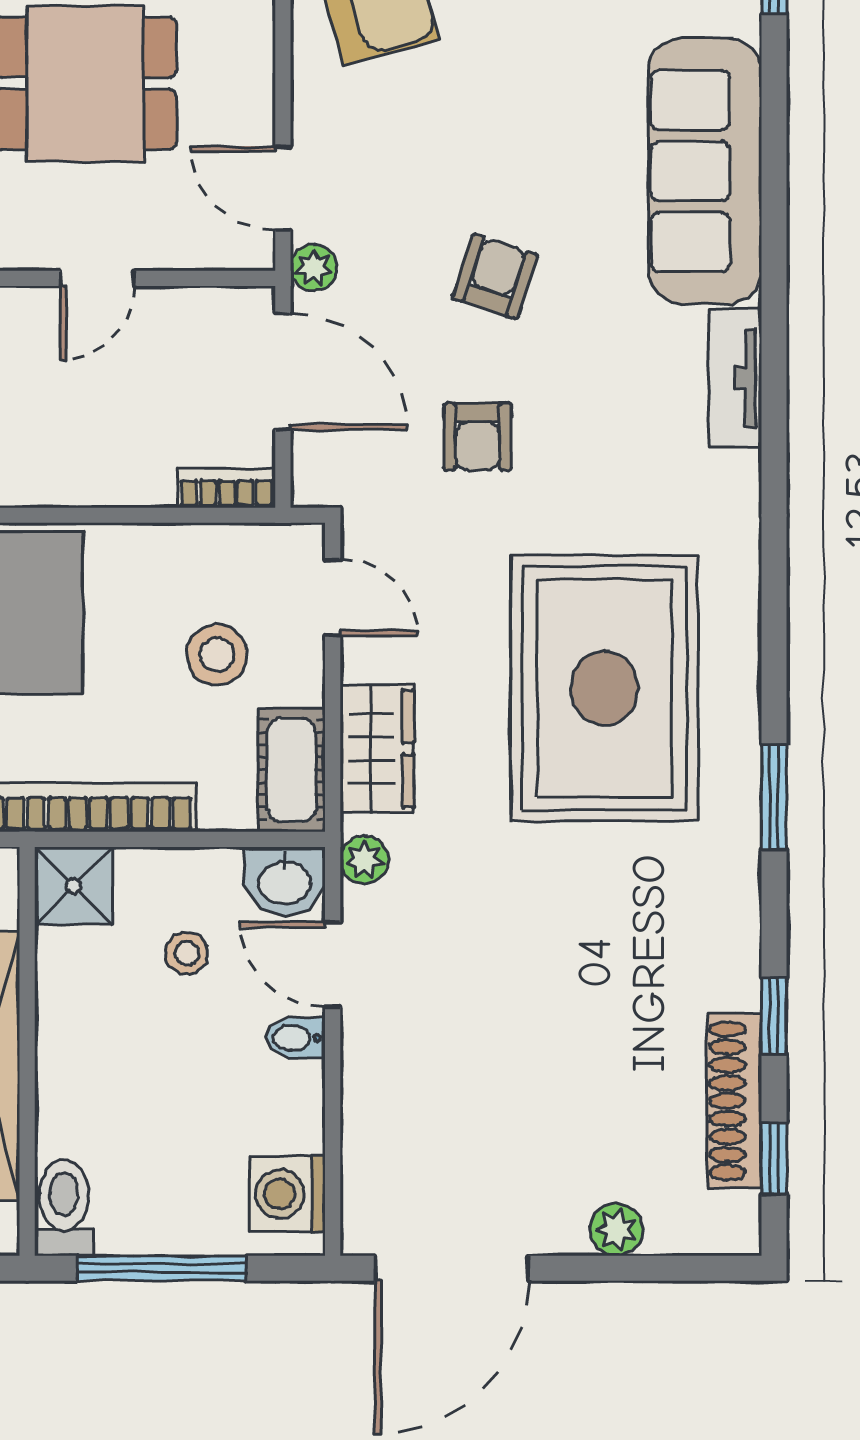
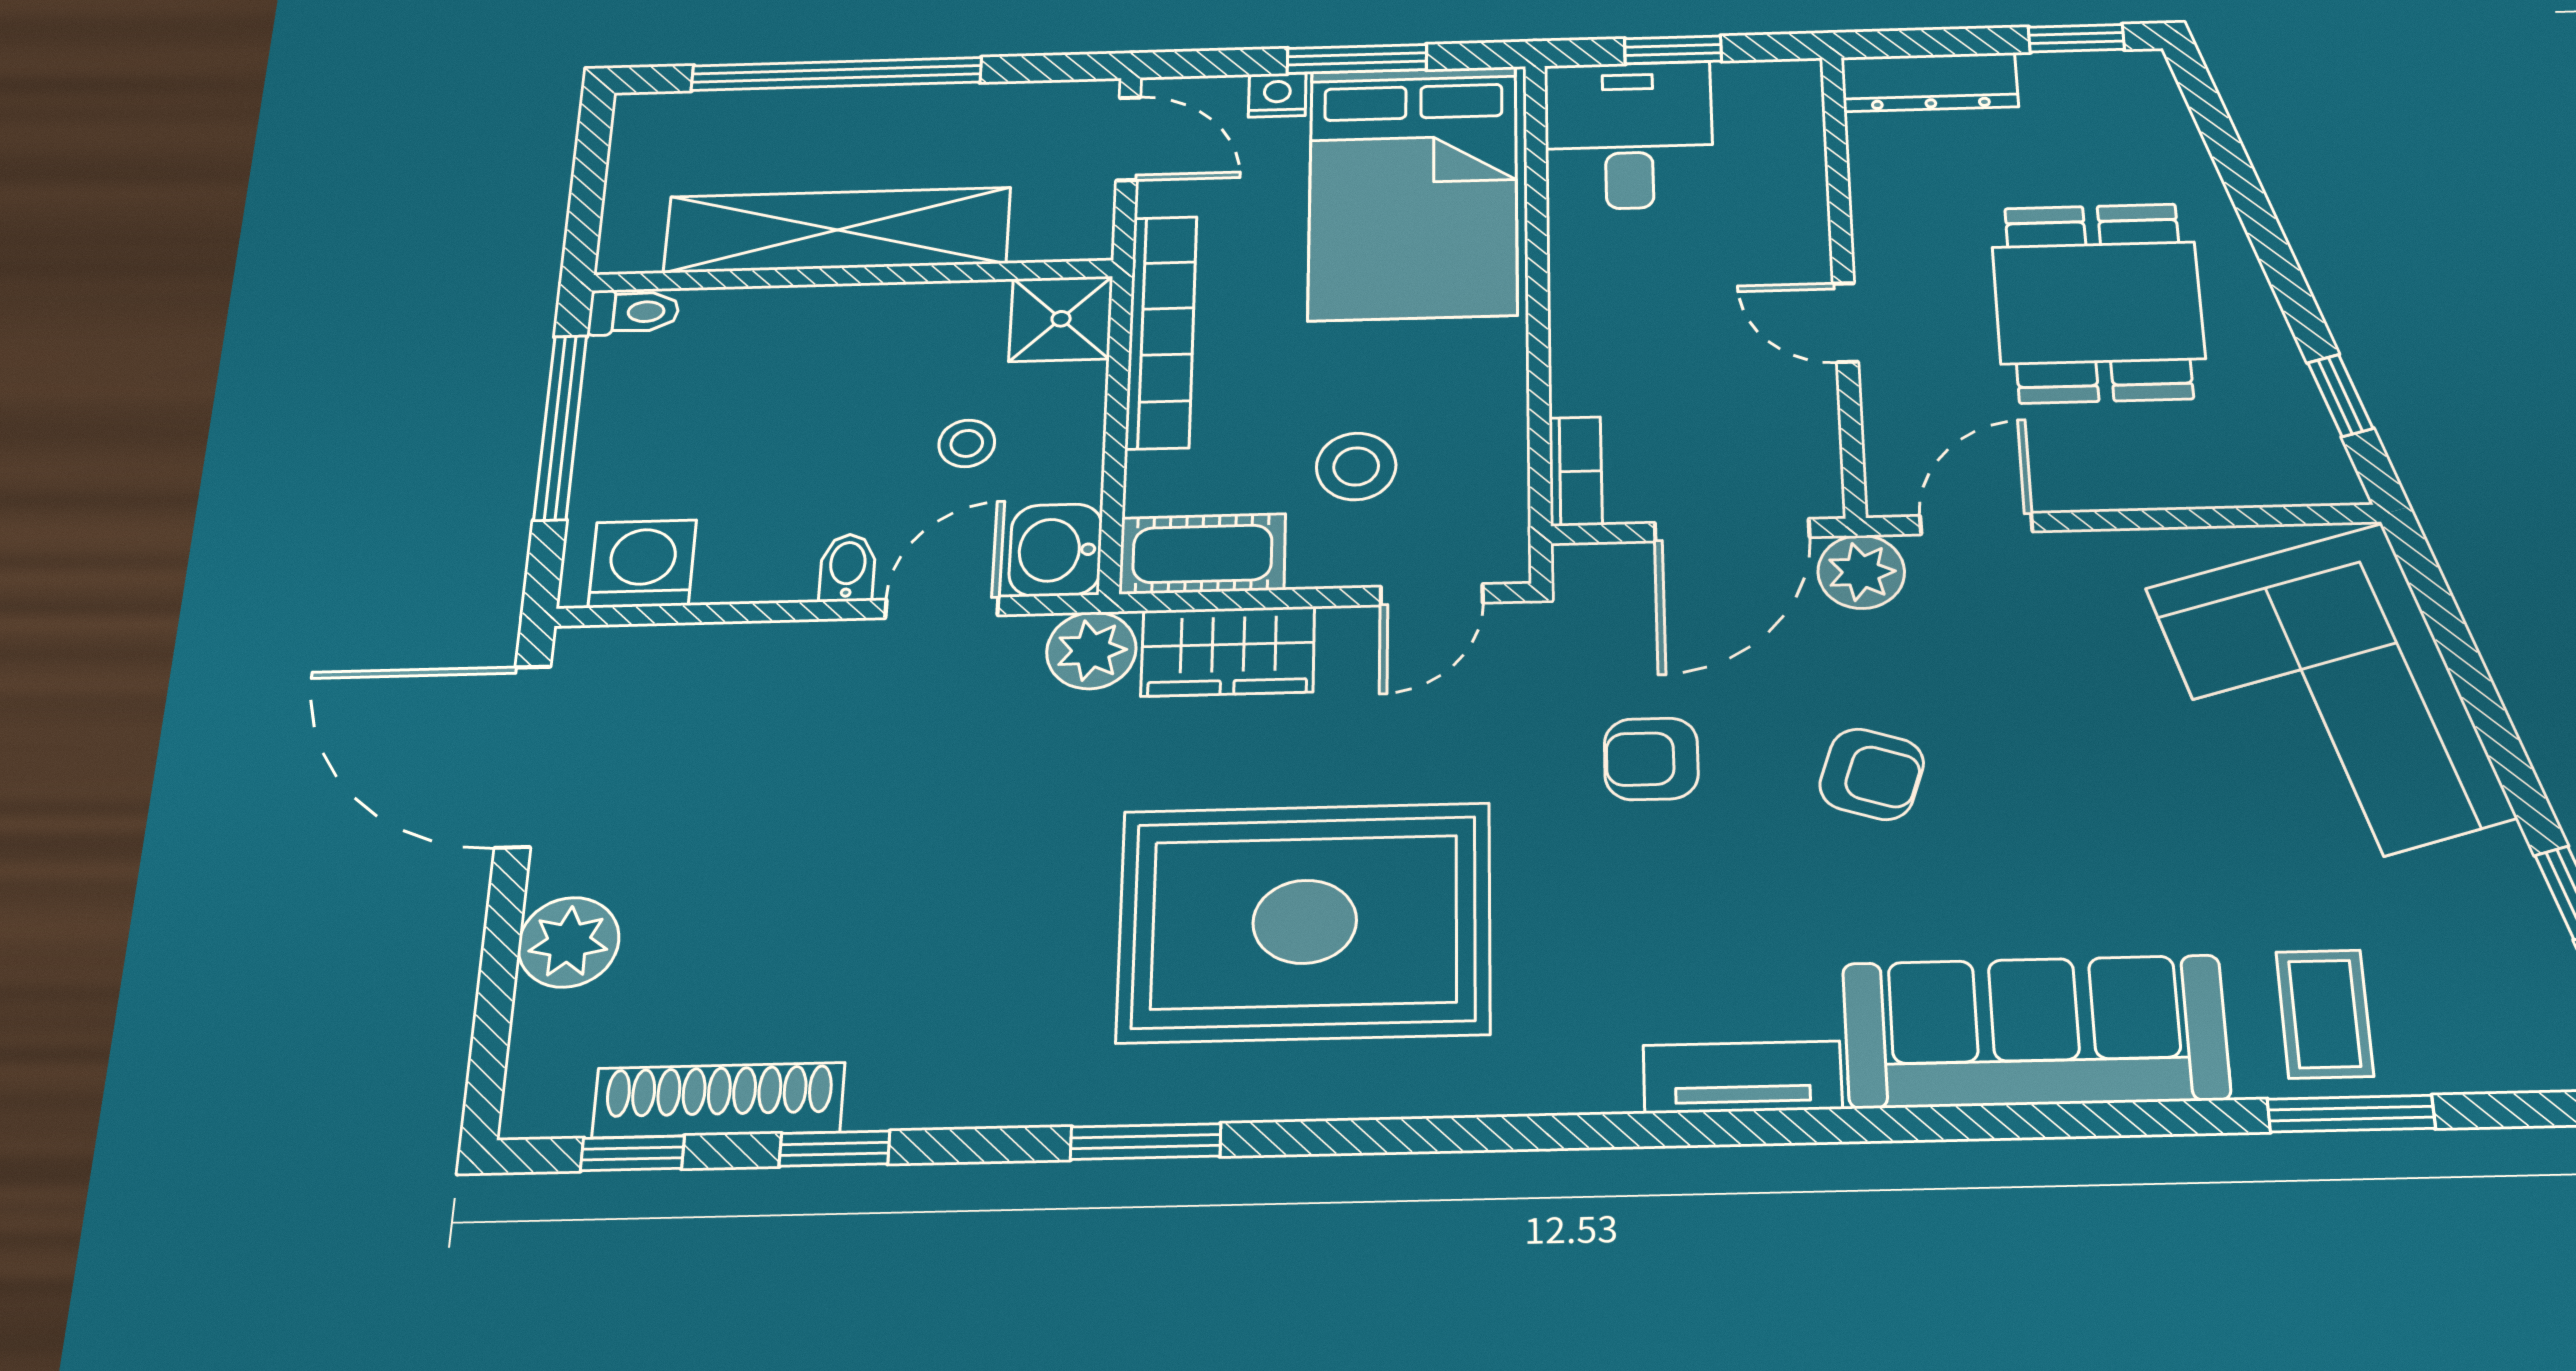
plant: (314, 268) -> (1861, 572), width x1.38, depth x1.38
plant: (364, 860) -> (1091, 650), width x1.38, depth x1.38
toilet: (64, 1208) -> (634, 312), width x0.73, depth x0.72
plant: (616, 1229) -> (569, 942), width x1.38, depth x1.38

